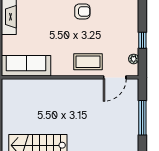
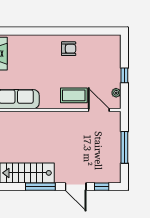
door: (115, 77) -> (99, 110), swing flipped

